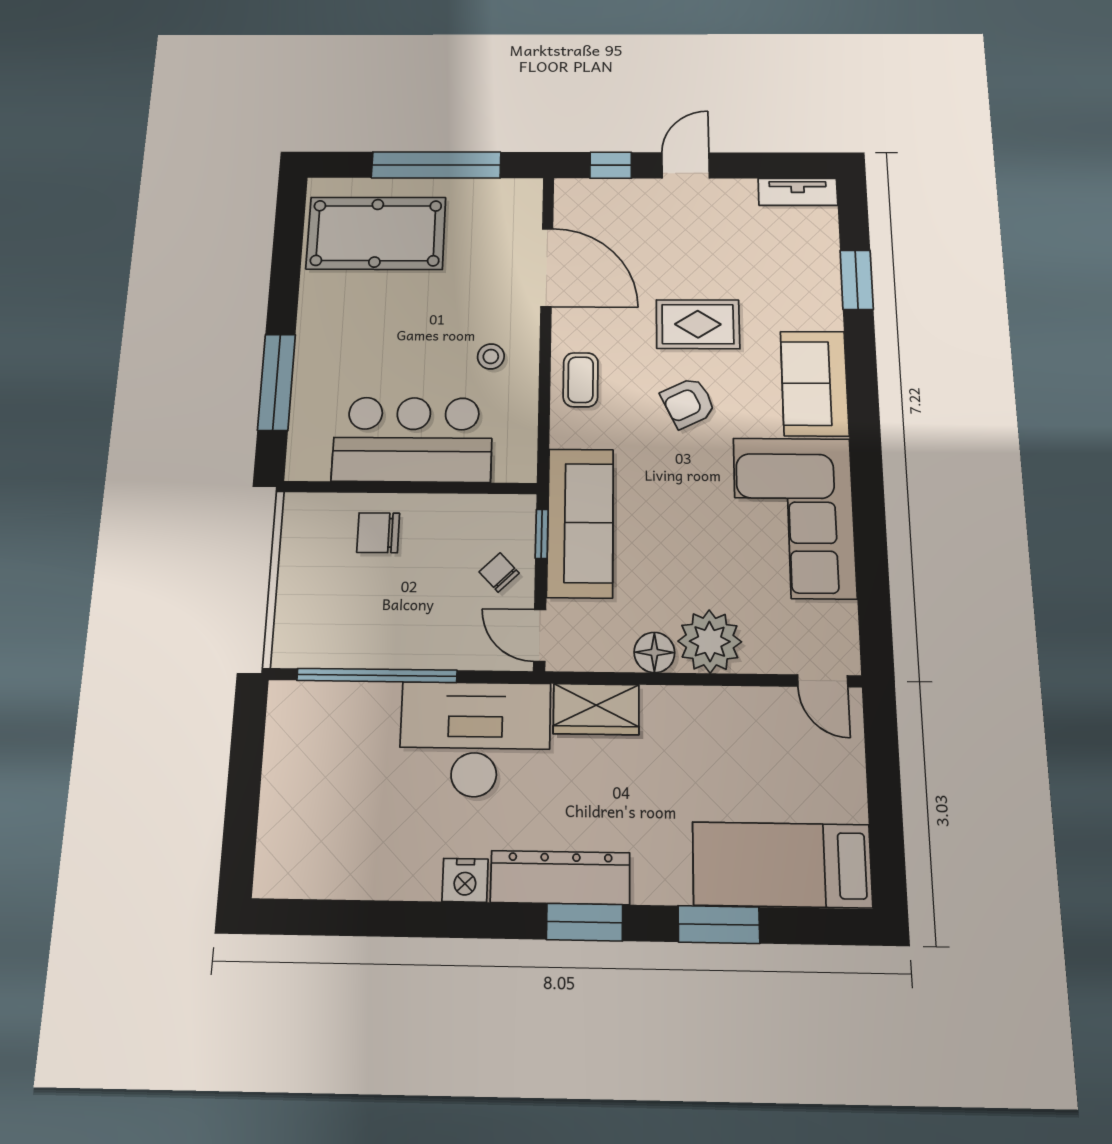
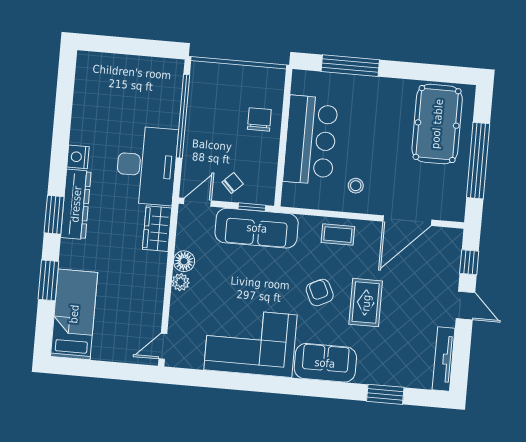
tv unit: (798, 192) -> (444, 359), width x1.41
plant: (710, 641) -> (181, 282), width x0.53, depth x0.53

